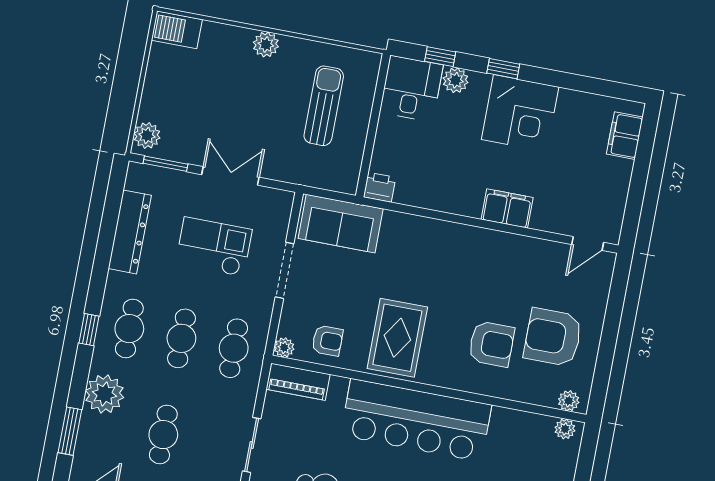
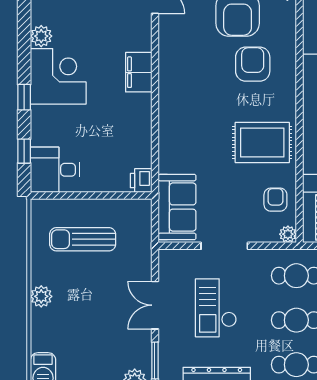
plant: (456, 80) -> (41, 36), moved

